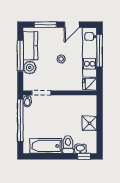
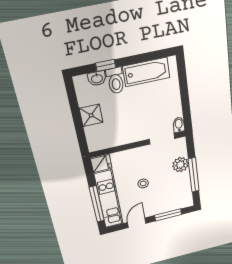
kitchen counter: (30, 46) -> (183, 189), removed
window: (20, 120) -> (185, 99), removed
window: (84, 156) -> (106, 65), moved

